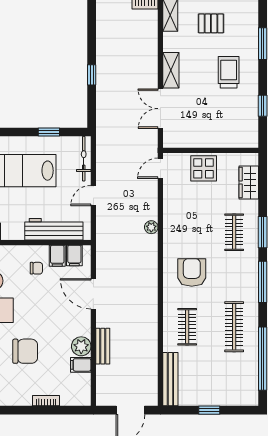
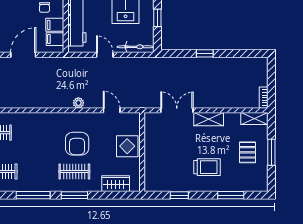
door: (160, 168) -> (112, 110), moved
armchair: (192, 272) -> (77, 144), moved, turned 90

